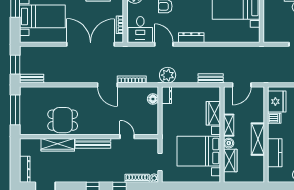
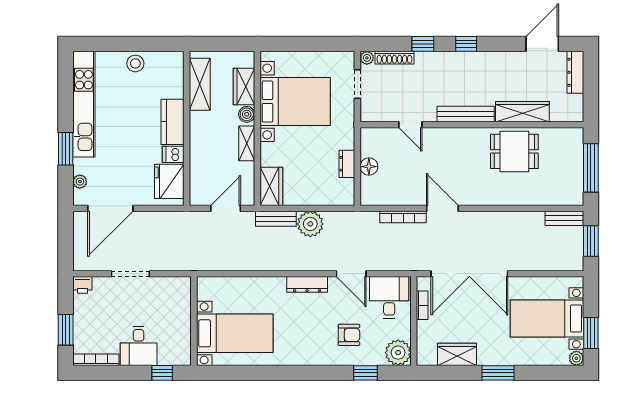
plant: (168, 75) -> (310, 224), moved
dresser: (167, 95) -> (347, 164), moved
floor lamp: (153, 99) -> (369, 167), moved
wardrobe: (213, 113) -> (271, 186), moved
shelving: (258, 139) -> (200, 84), moved
kitchen counter: (275, 153) -> (172, 122), moved

